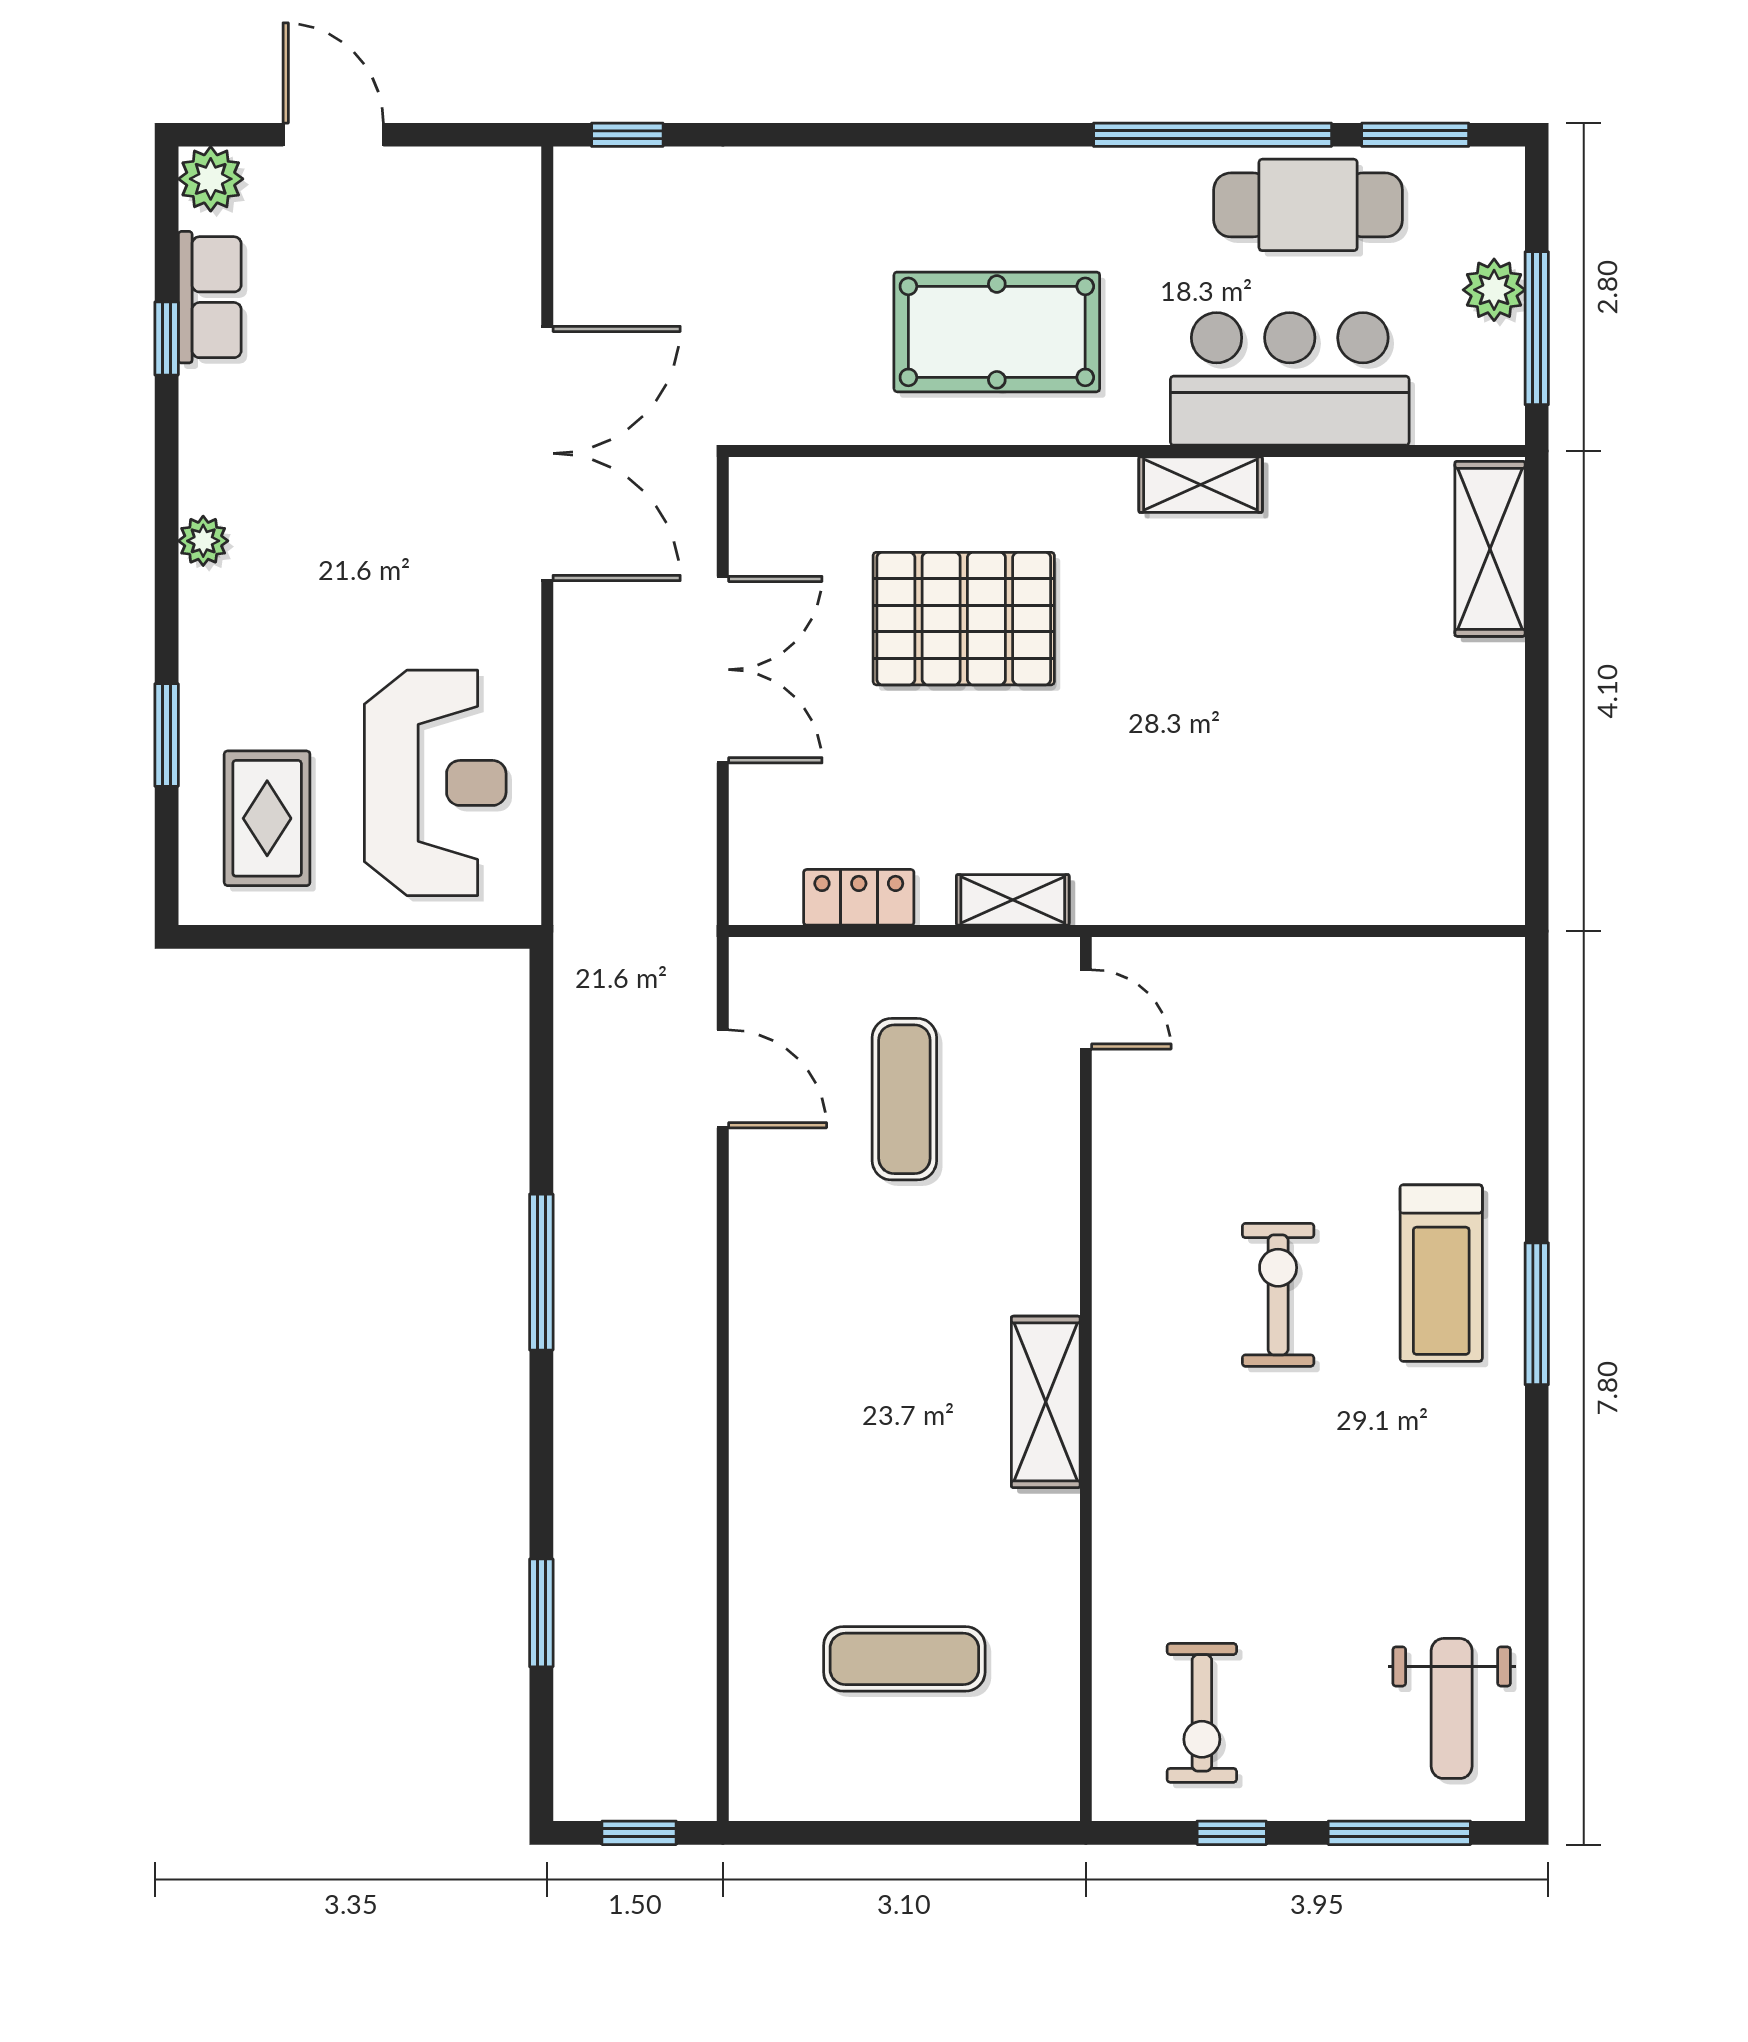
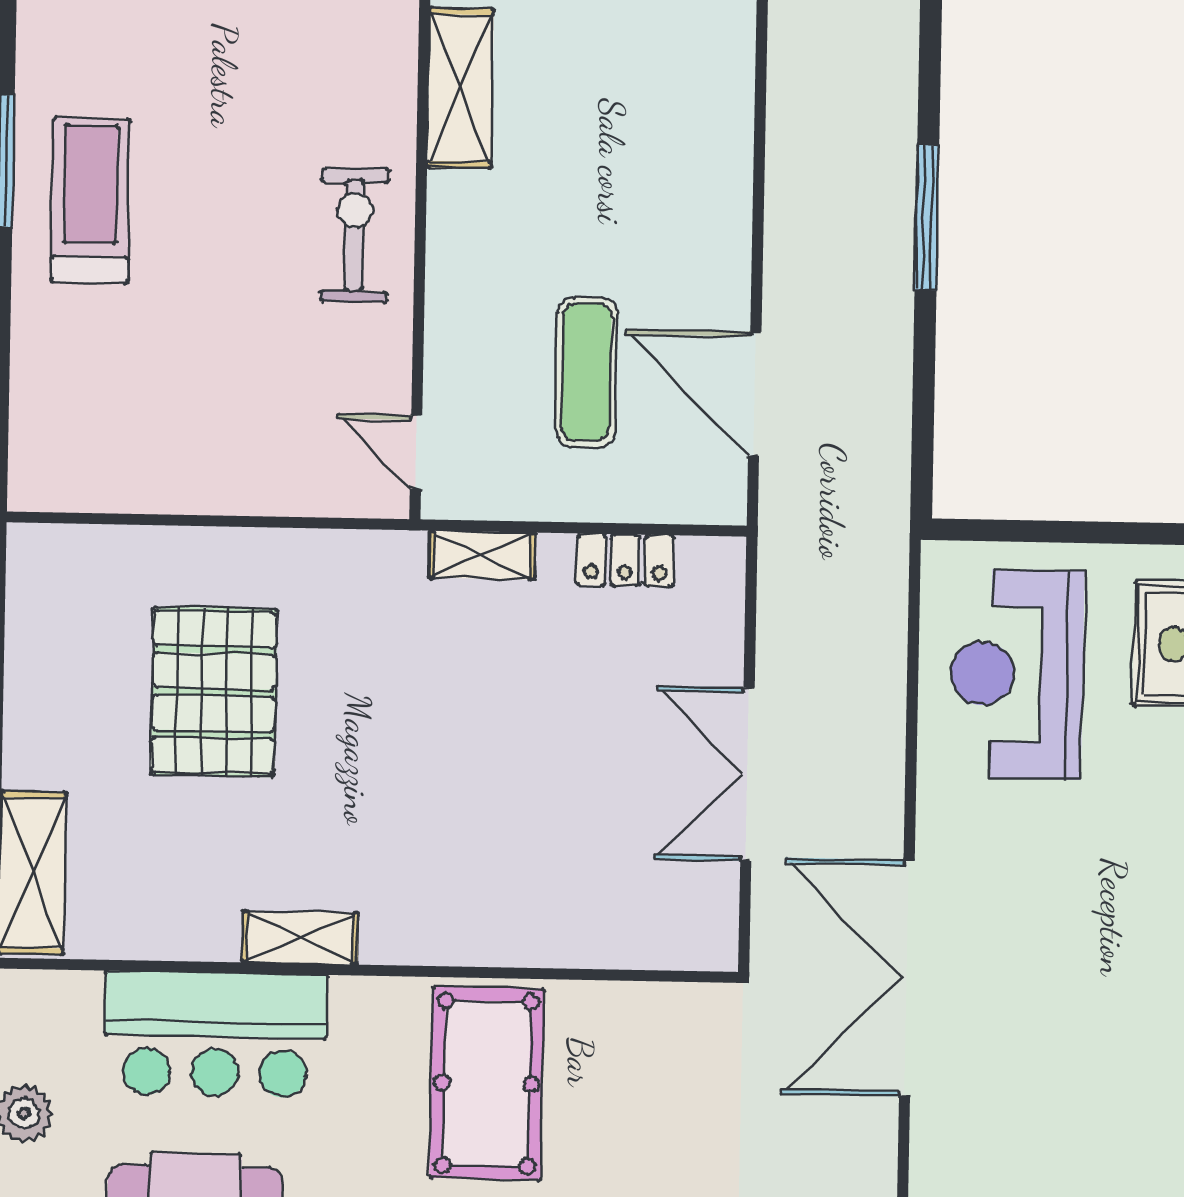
pool table: (997, 332) -> (487, 1083), turned 90
pallet: (964, 619) -> (214, 692), moved, turned 90
door: (723, 1079) -> (755, 394), width x1.36
exercise bike: (1278, 1295) -> (354, 235), moved, turned 180

